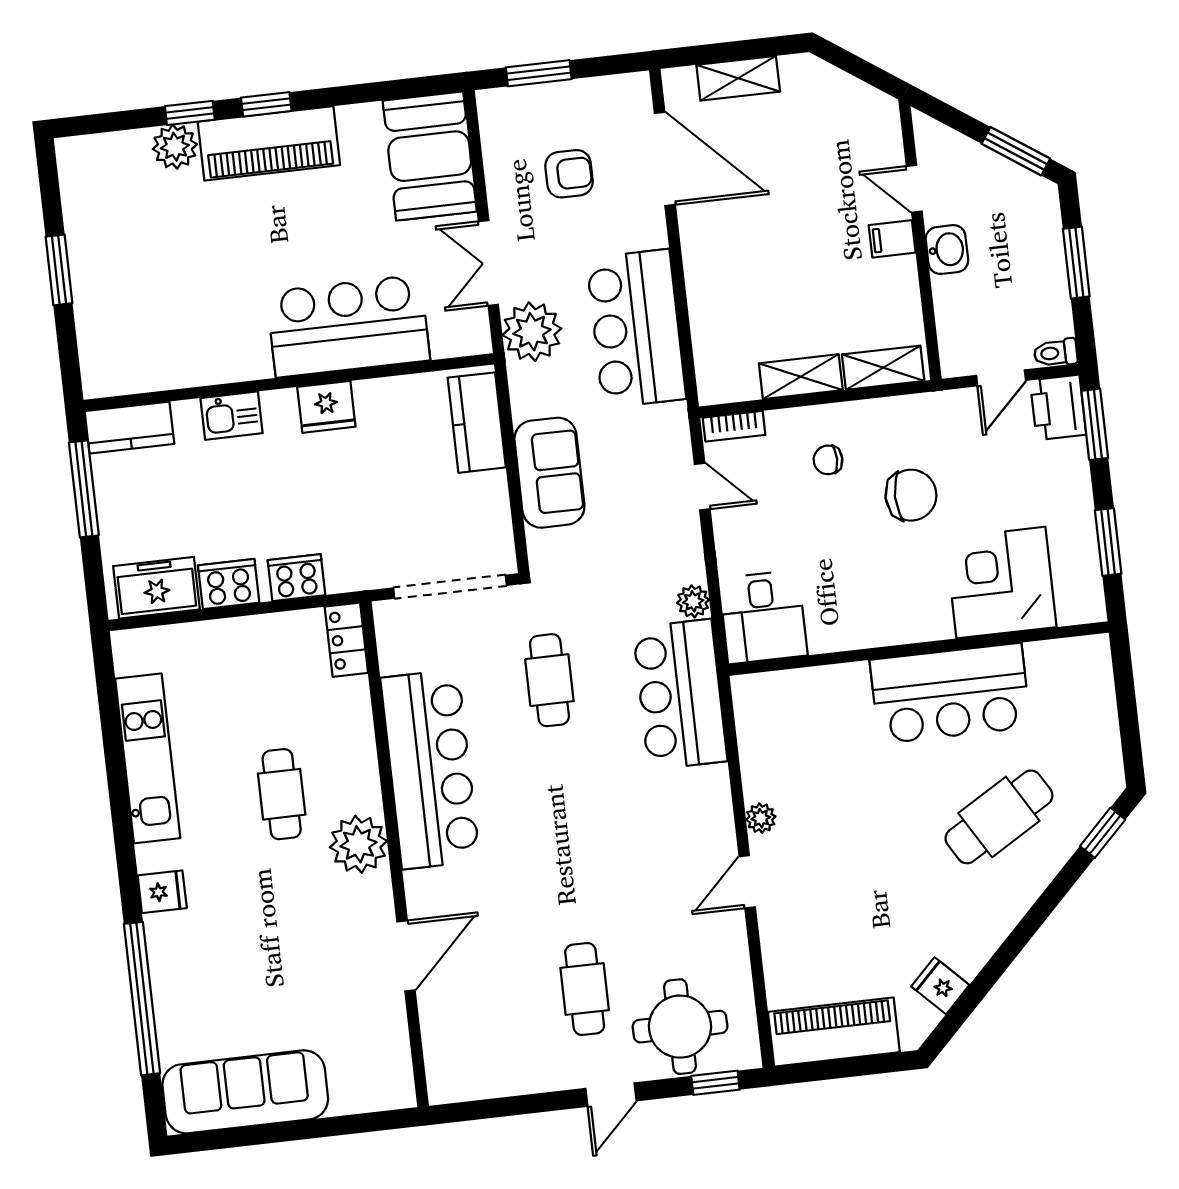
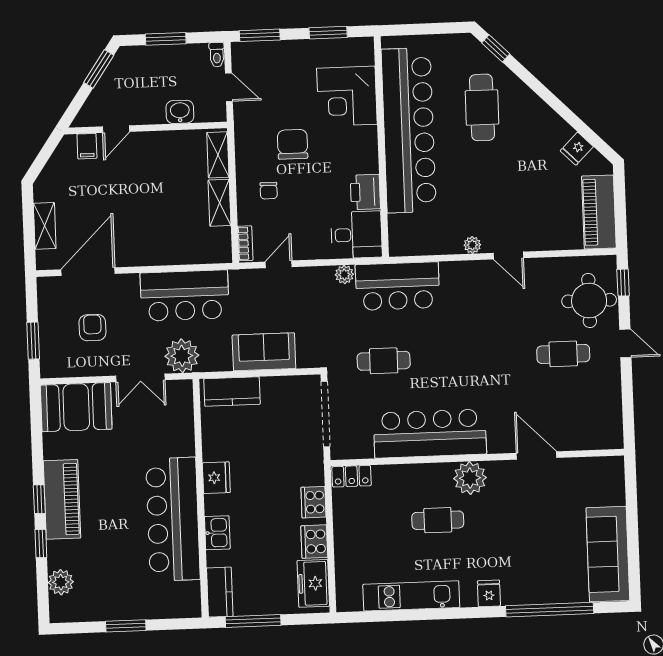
plant: (175, 147) -> (61, 582), moved
filing cabinet: (892, 239) -> (87, 146), moved
washbasin: (947, 250) -> (180, 112), moved
bar counter: (348, 326) -> (173, 519), moved, width x1.36
printer: (1058, 408) -> (365, 192), moved, turned 90
bar counter: (950, 693) -> (409, 130), width x1.86
cafe table: (999, 817) -> (482, 107), turned 31

